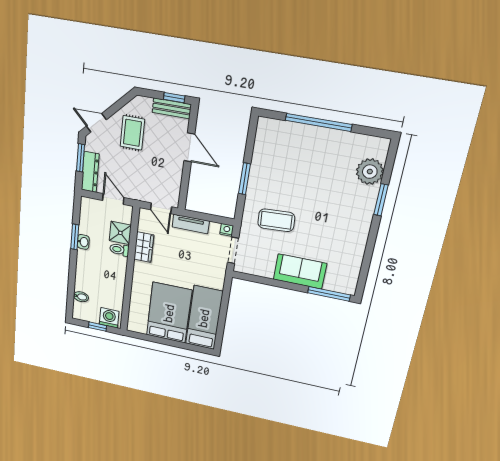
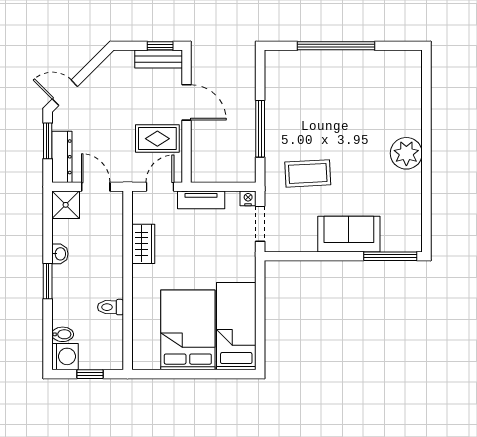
rug: (132, 133) -> (157, 139), moved, turned 90
plant: (370, 172) -> (406, 153), moved
window: (244, 179) -> (260, 129), width x1.44
window: (381, 200) -> (426, 124), removed
door: (161, 208) -> (160, 187), swing flipped
shower: (120, 233) -> (66, 205), moved
window: (75, 237) -> (48, 281), moved
toilet: (119, 250) -> (111, 307), moved
washing machine: (109, 318) -> (65, 356), moved, turned 90

